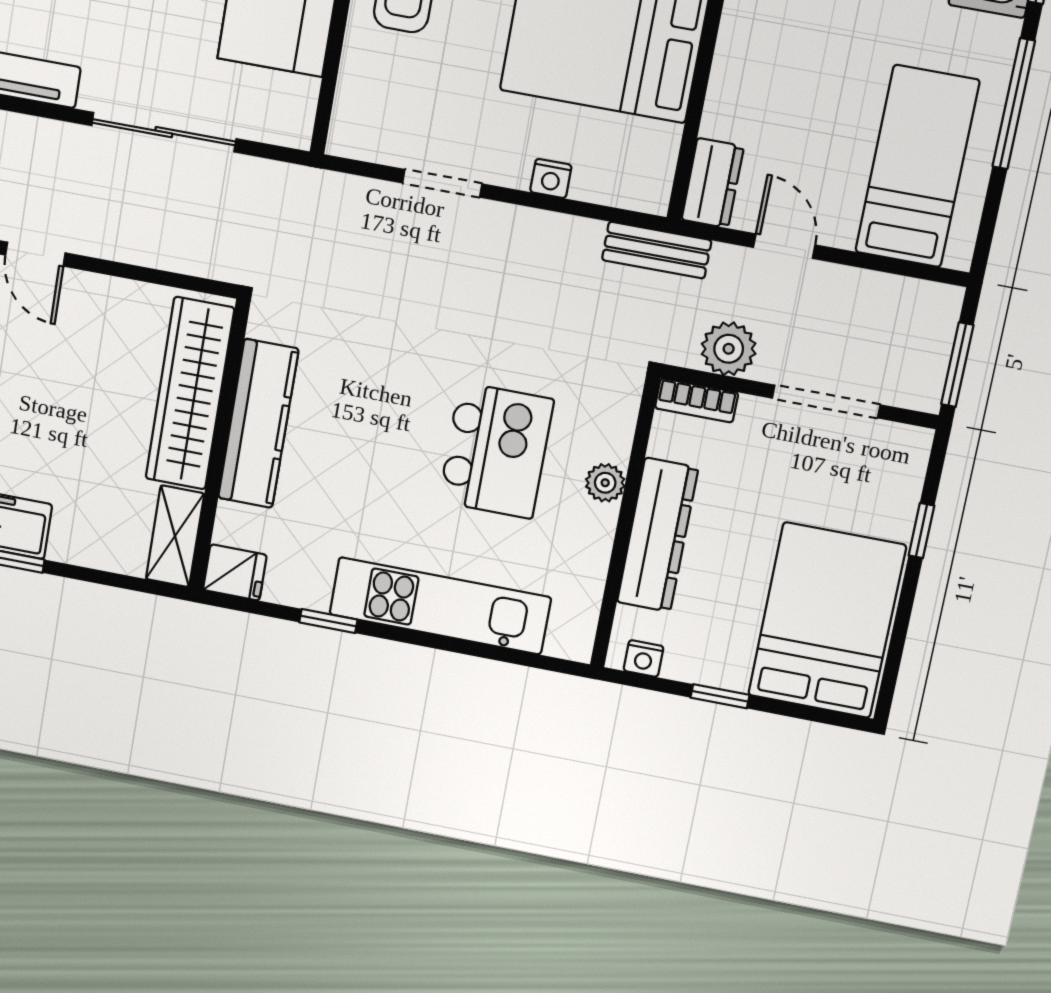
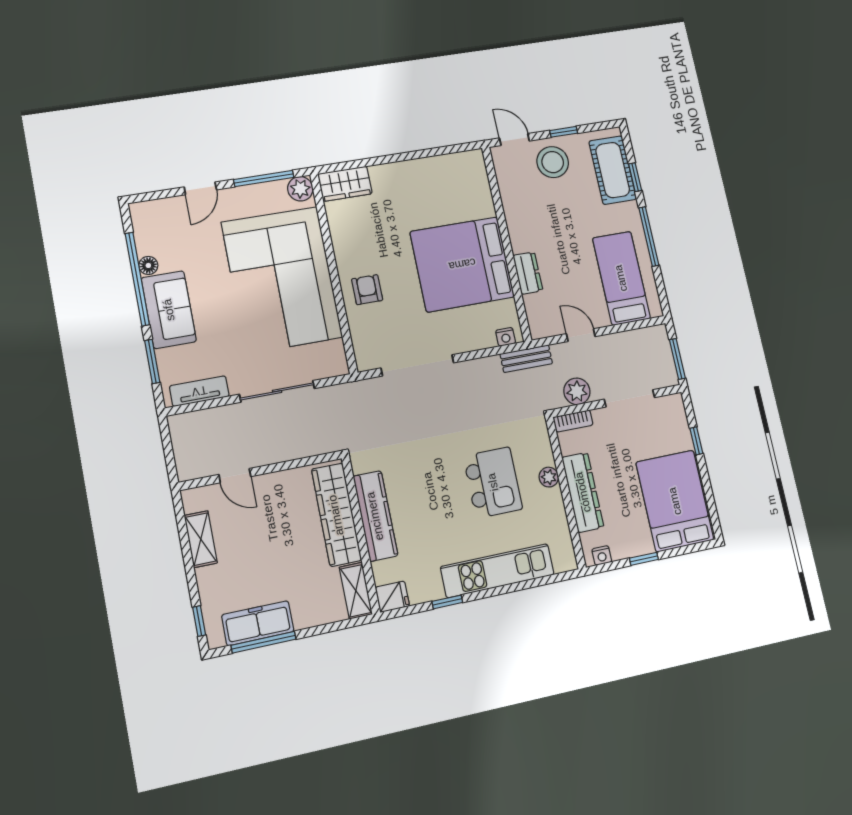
nightstand: (551, 178) -> (506, 337), moved
doorway: (442, 183) -> (417, 365), width x1.88
dresser: (713, 183) -> (528, 273), moved

